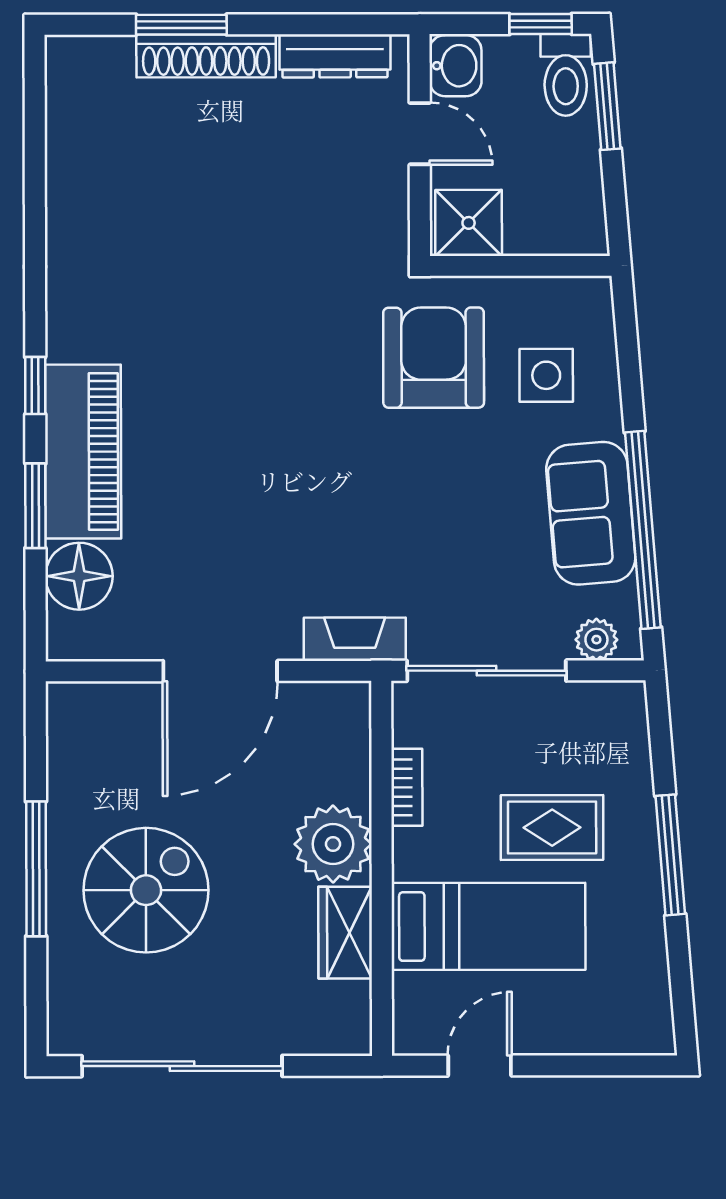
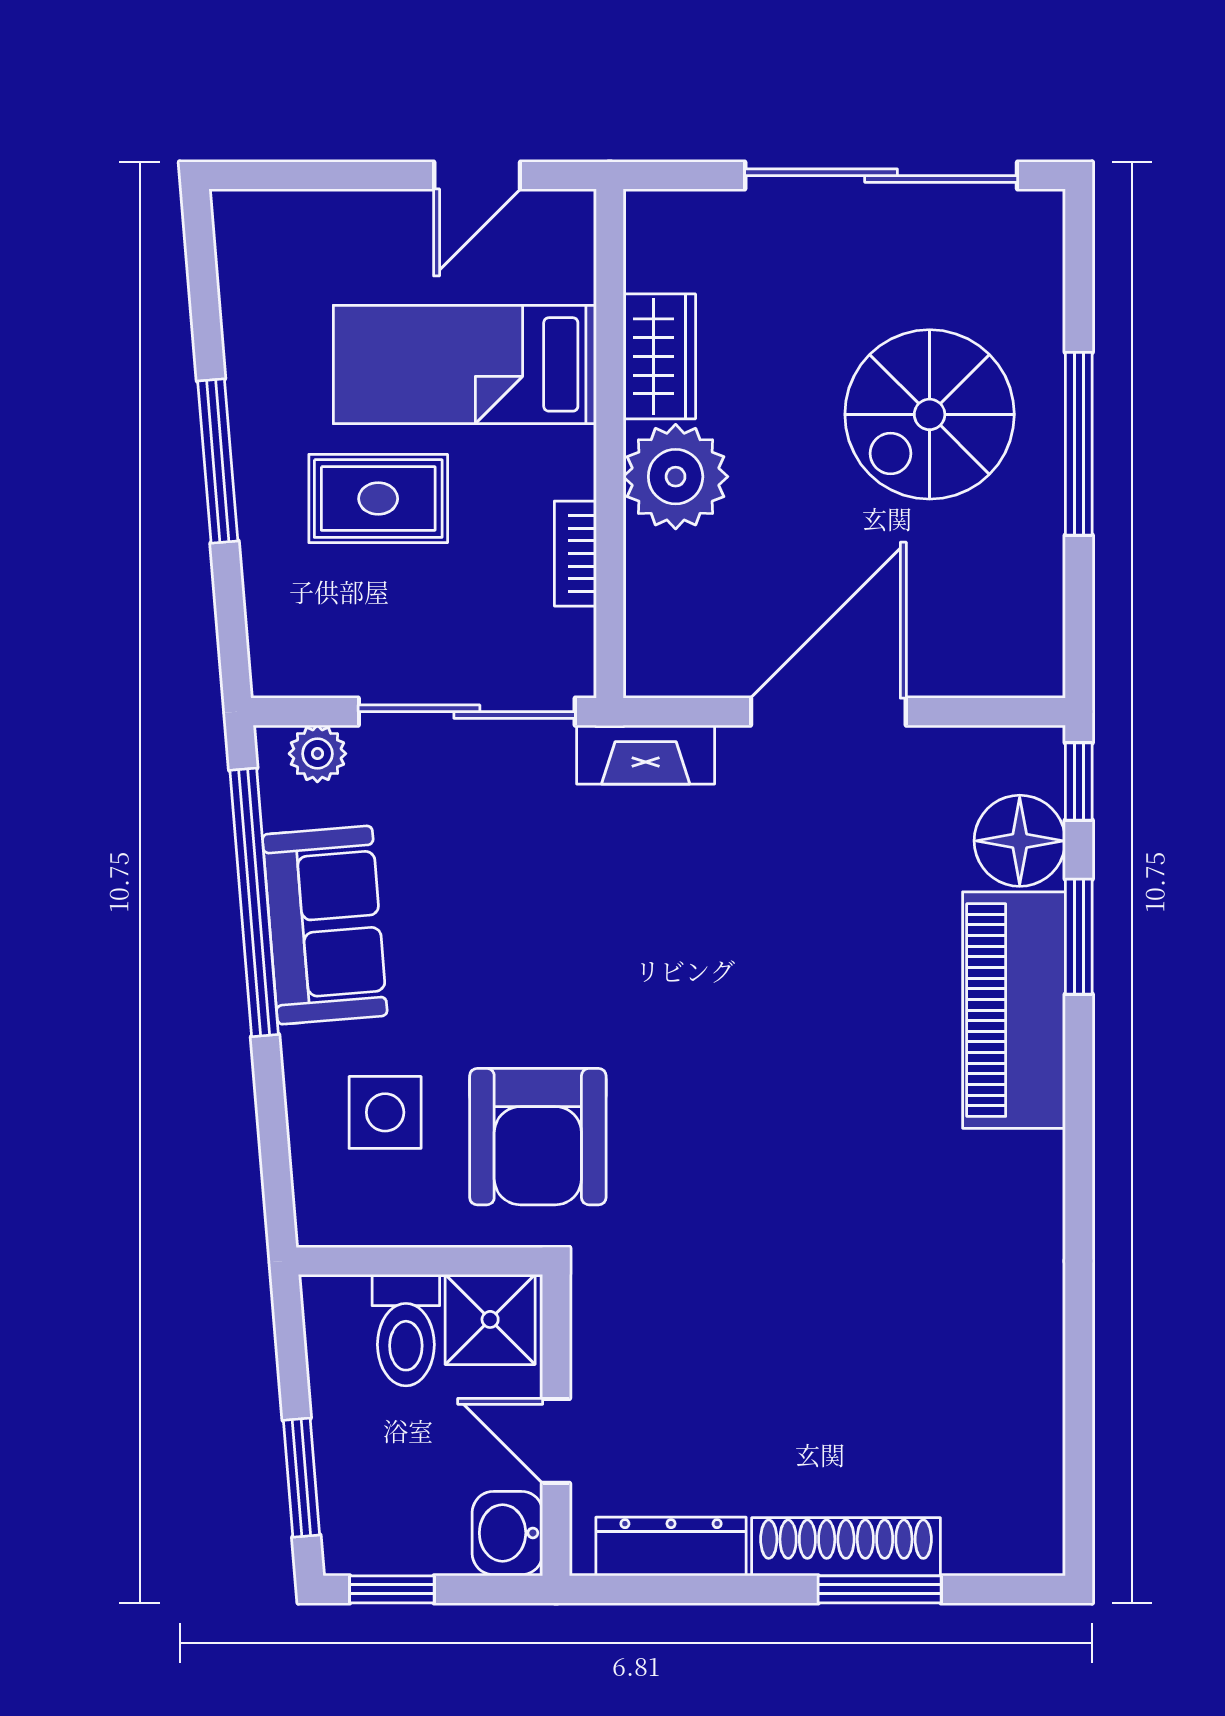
toilet: (566, 75) -> (406, 1330), moved, turned 180
window: (35, 385) -> (1079, 782), moved

